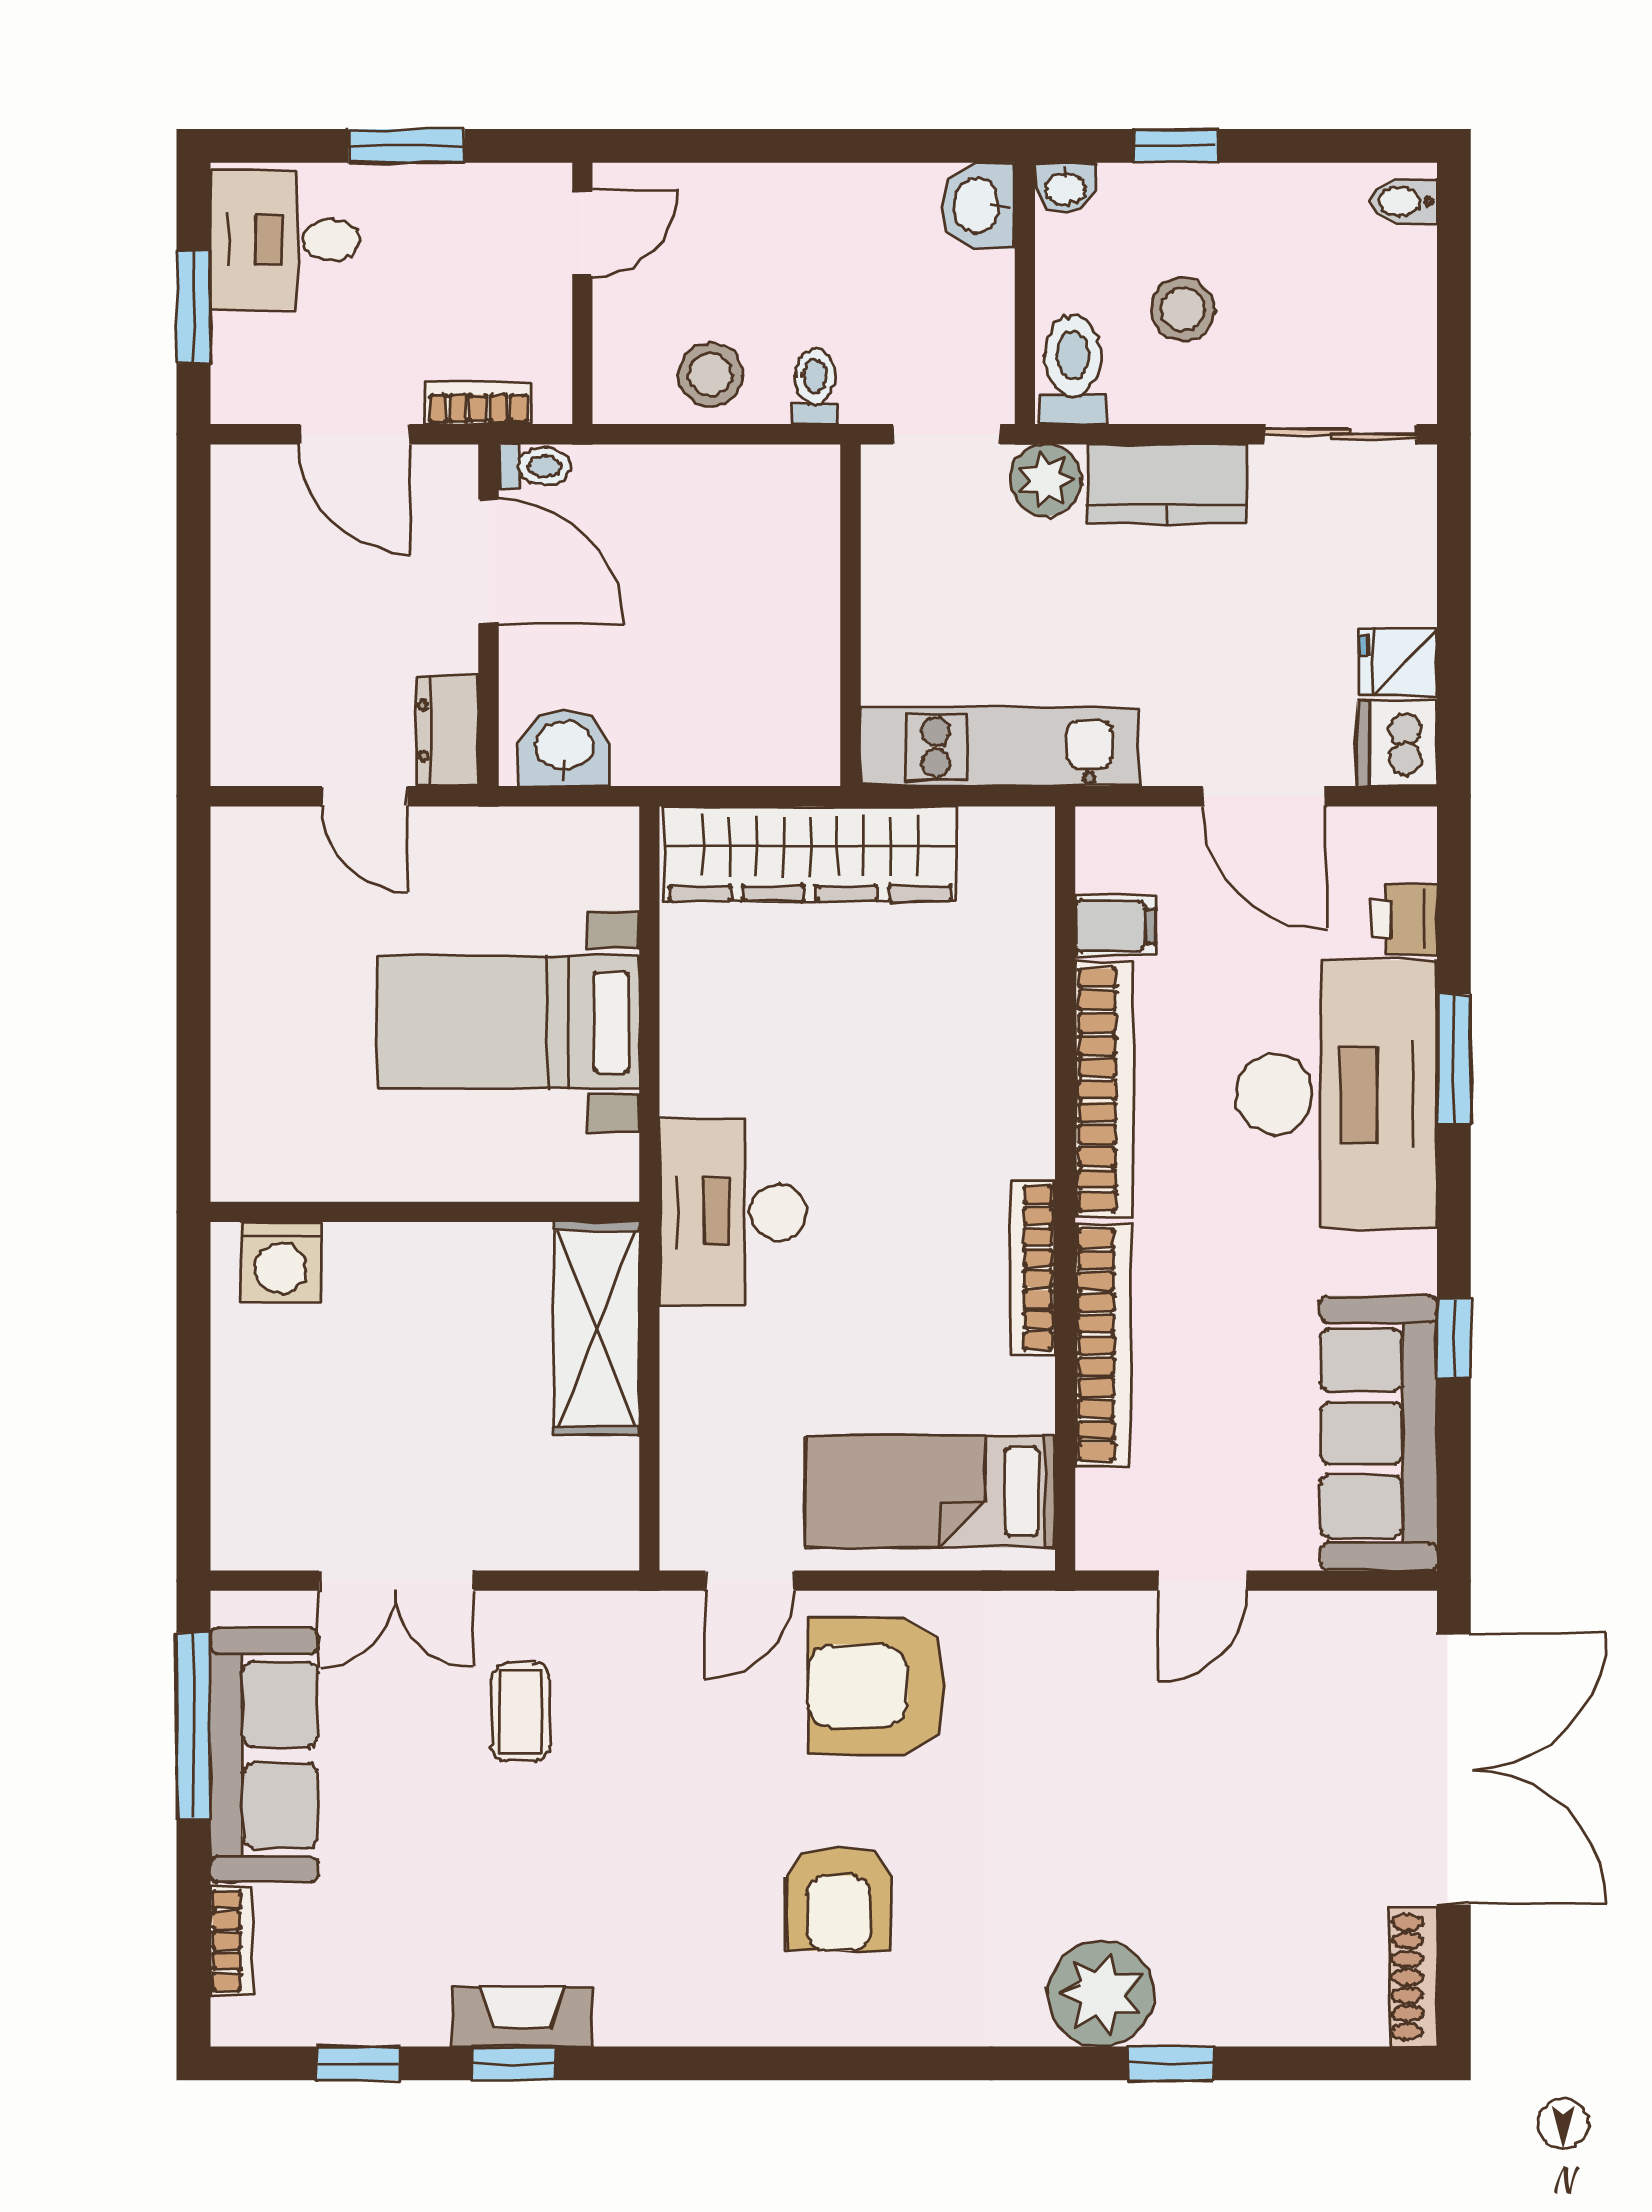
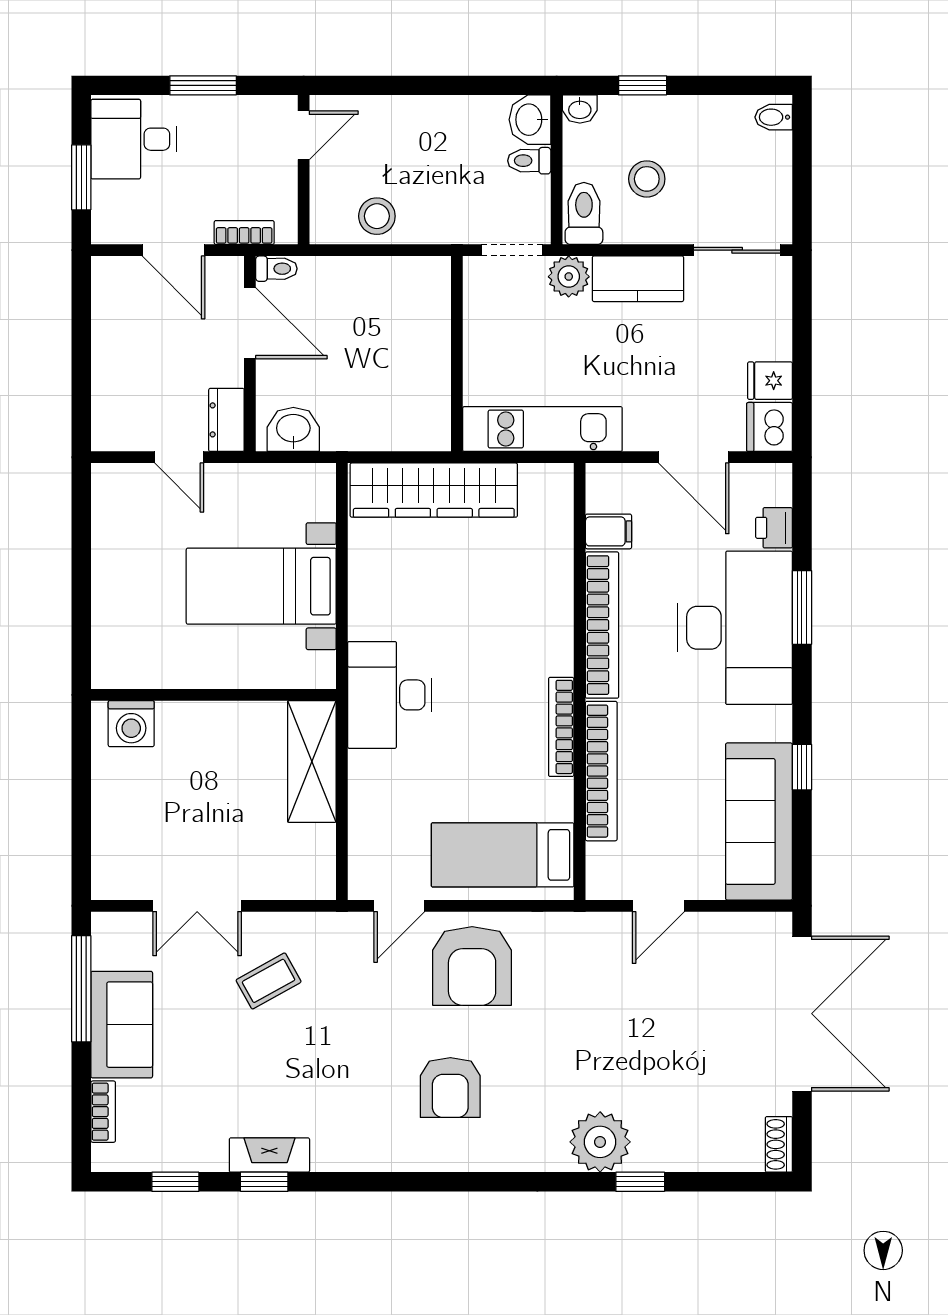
toilet: (815, 386) -> (529, 161), moved, turned -90
armchair: (877, 1686) -> (472, 966), turned -90
coffee table: (521, 1712) -> (269, 981), turned 61
sofa: (264, 1755) -> (122, 1025), width x0.73
shoe rack: (1414, 1977) -> (779, 1144), width x0.70

